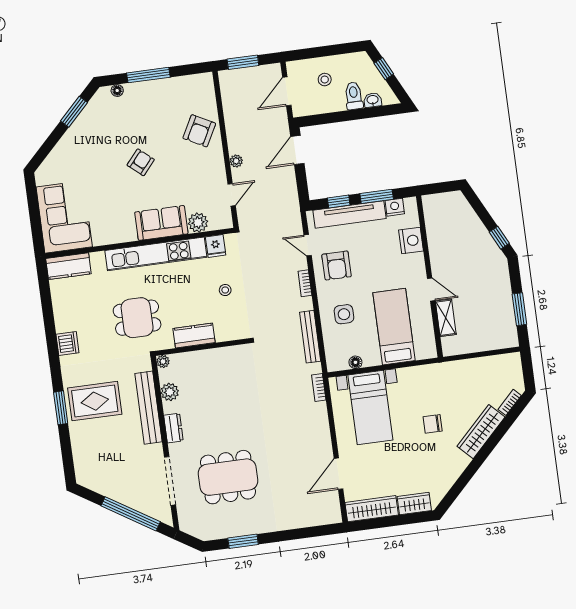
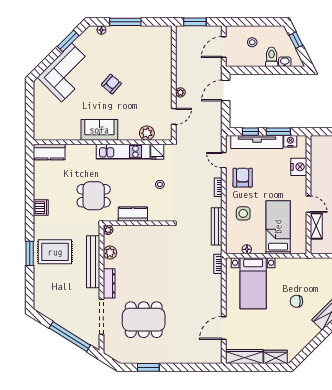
armchair: (199, 131) -> (157, 67), removed
corner sofa: (64, 217) -> (67, 73), moved, turned 45
sofa: (161, 223) -> (99, 130), moved
kitchen unit: (156, 254) -> (123, 152), width x0.73
armchair: (337, 265) -> (243, 178), turned 180
dresser: (173, 428) -> (109, 283), width x1.44

